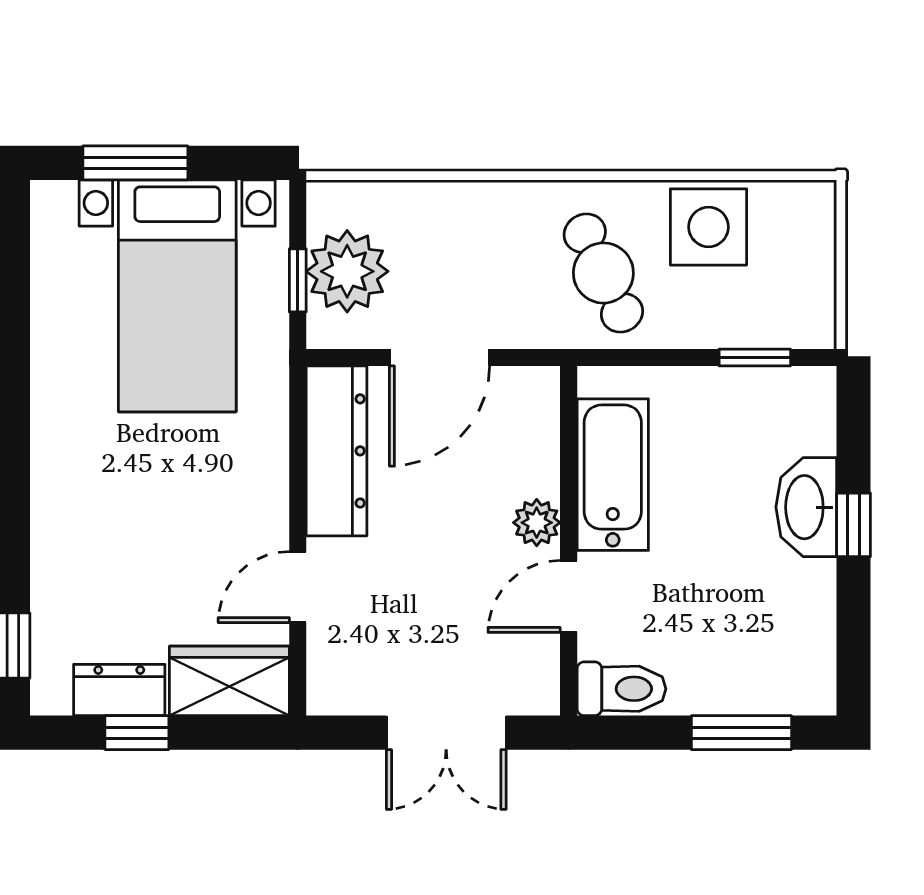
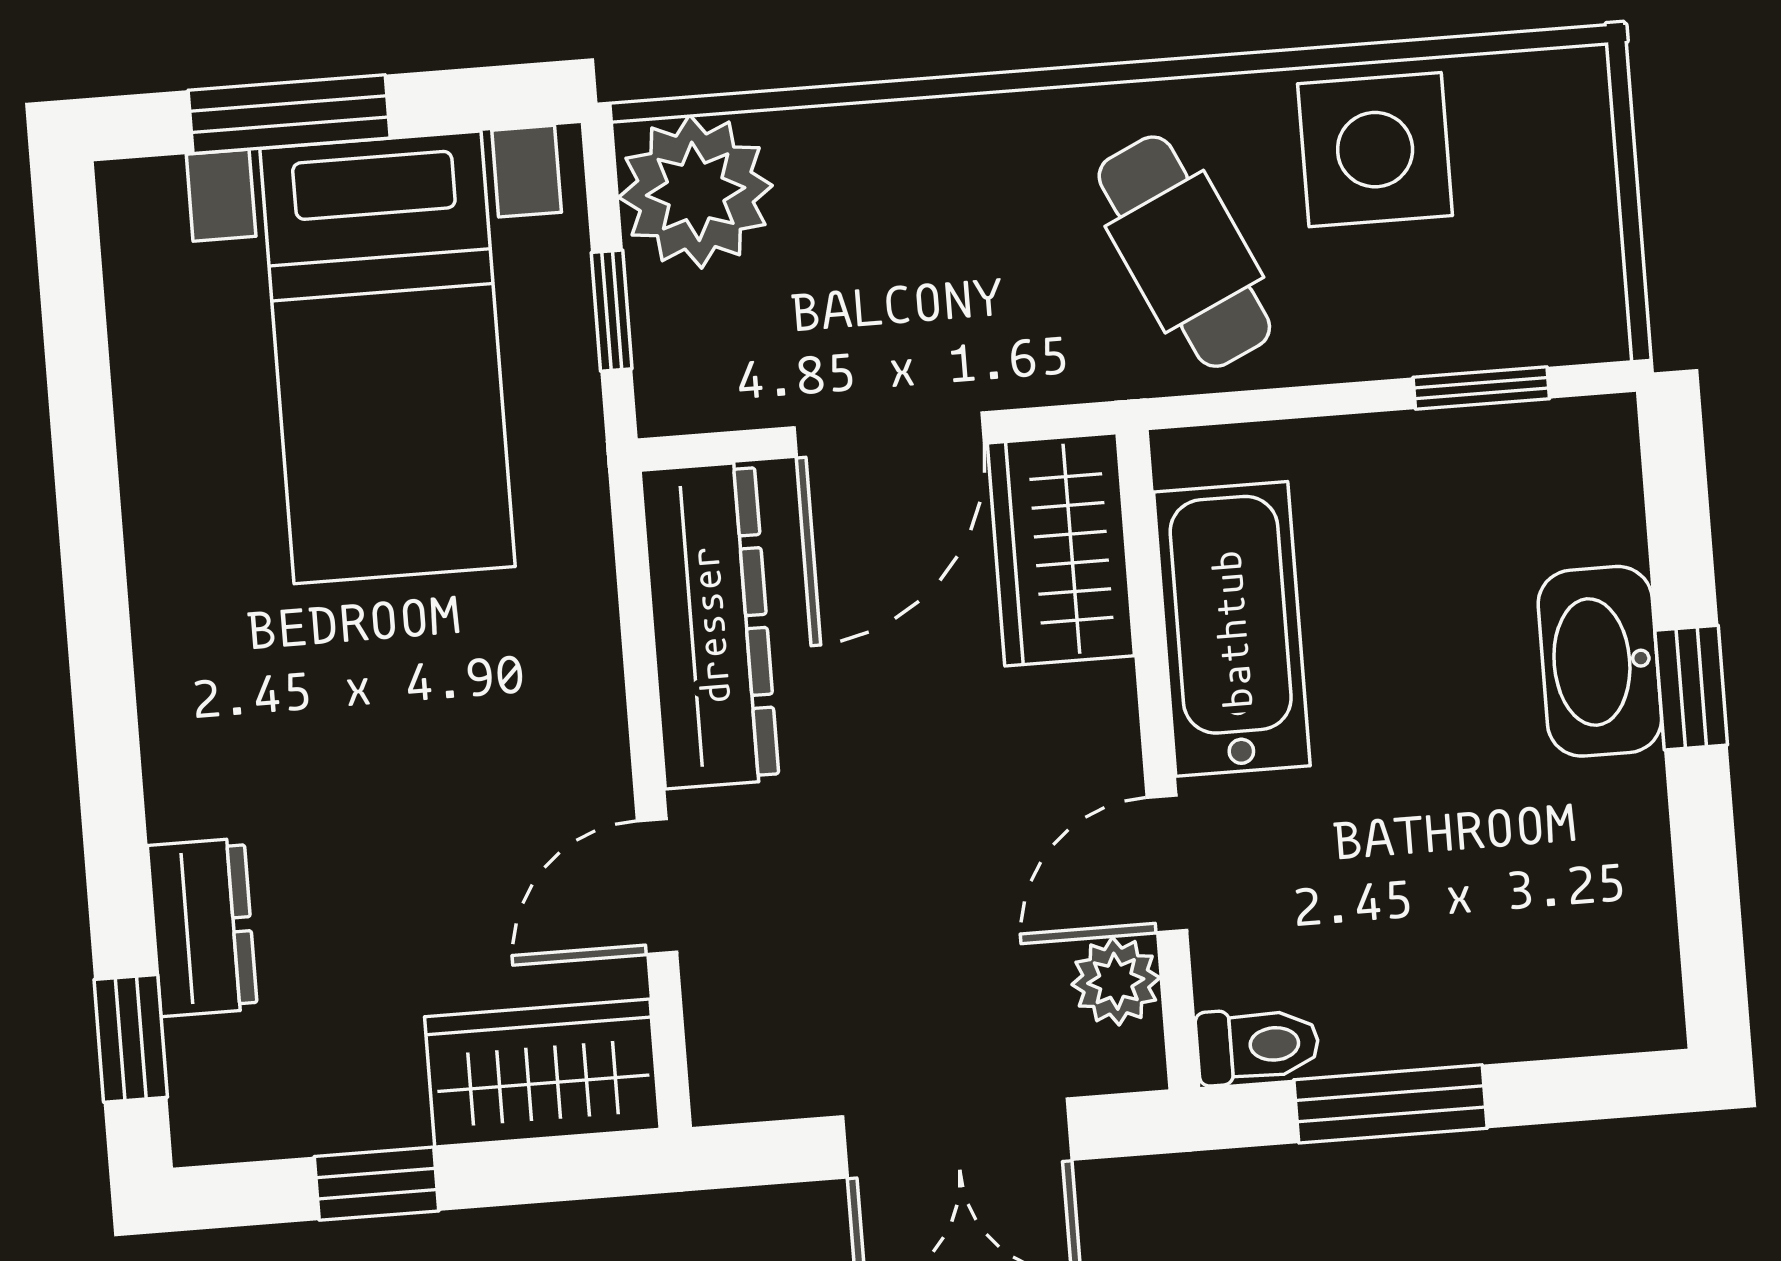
plant: (347, 271) -> (696, 191), moved
wardrobe: (526, 425) -> (1061, 549), added
plant: (537, 523) -> (1116, 981), moved
toilet: (621, 689) -> (1258, 1045), width x0.73, depth x0.72
dresser: (119, 690) -> (202, 927), moved, turned 90
window: (741, 733) -> (1390, 1104), moved

